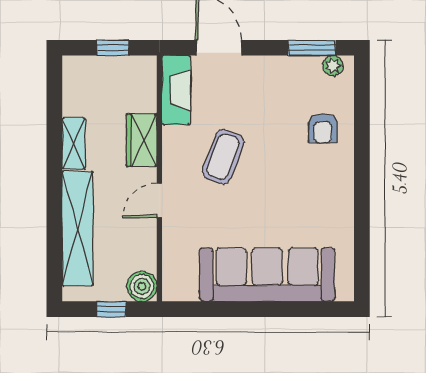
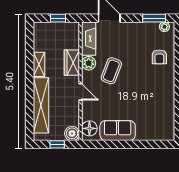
plant: (176, 141) -> (89, 63), added
door: (159, 200) -> (81, 92), swing flipped
sofa: (267, 275) -> (118, 131), width x0.54, depth x0.79
floor lamp: (178, 276) -> (89, 128), added

